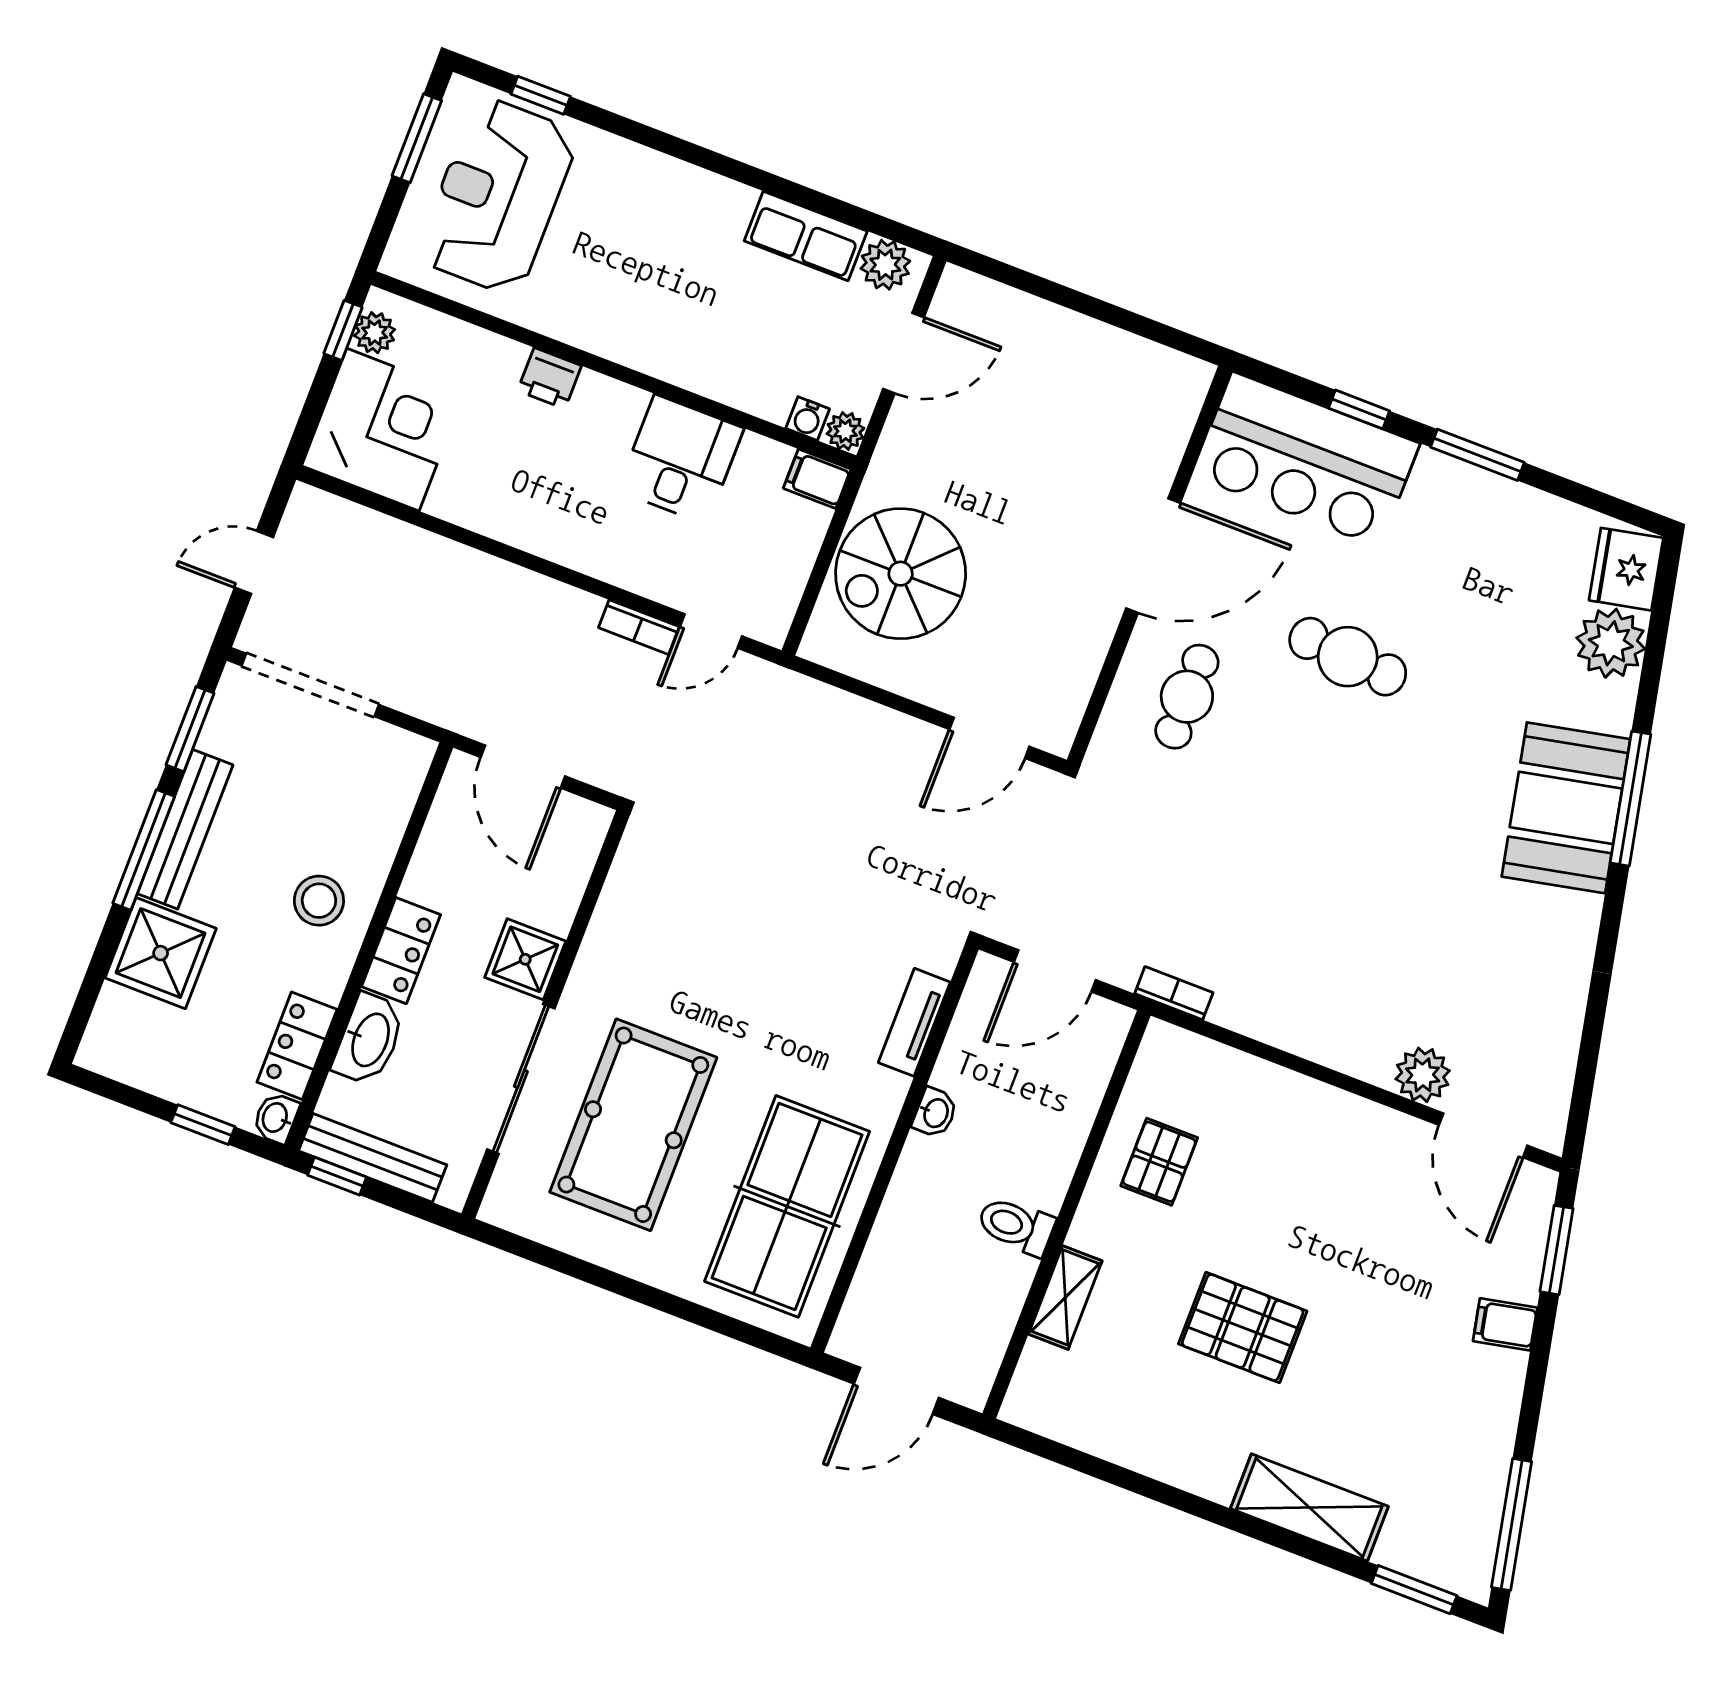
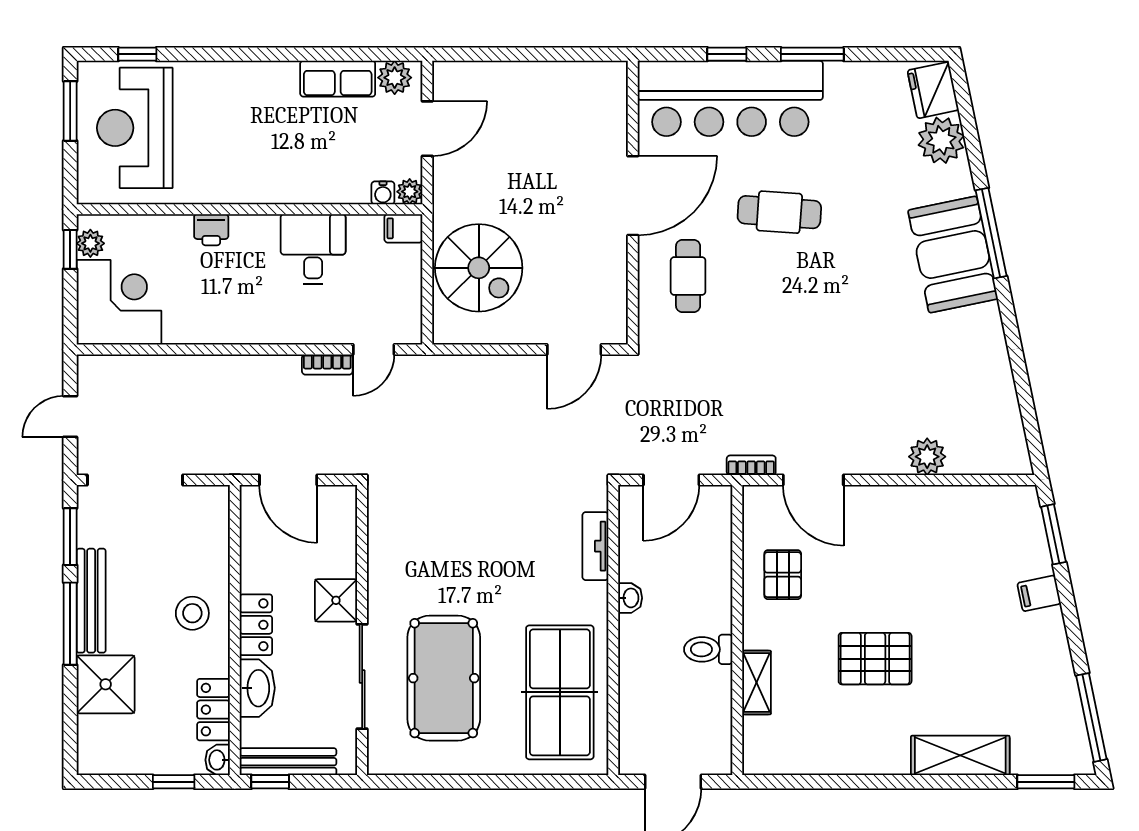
bar counter: (1306, 459) -> (730, 98), width x1.36
spiral stairs: (901, 574) -> (479, 268), turned -90
door: (1483, 1135) -> (813, 480), moved

